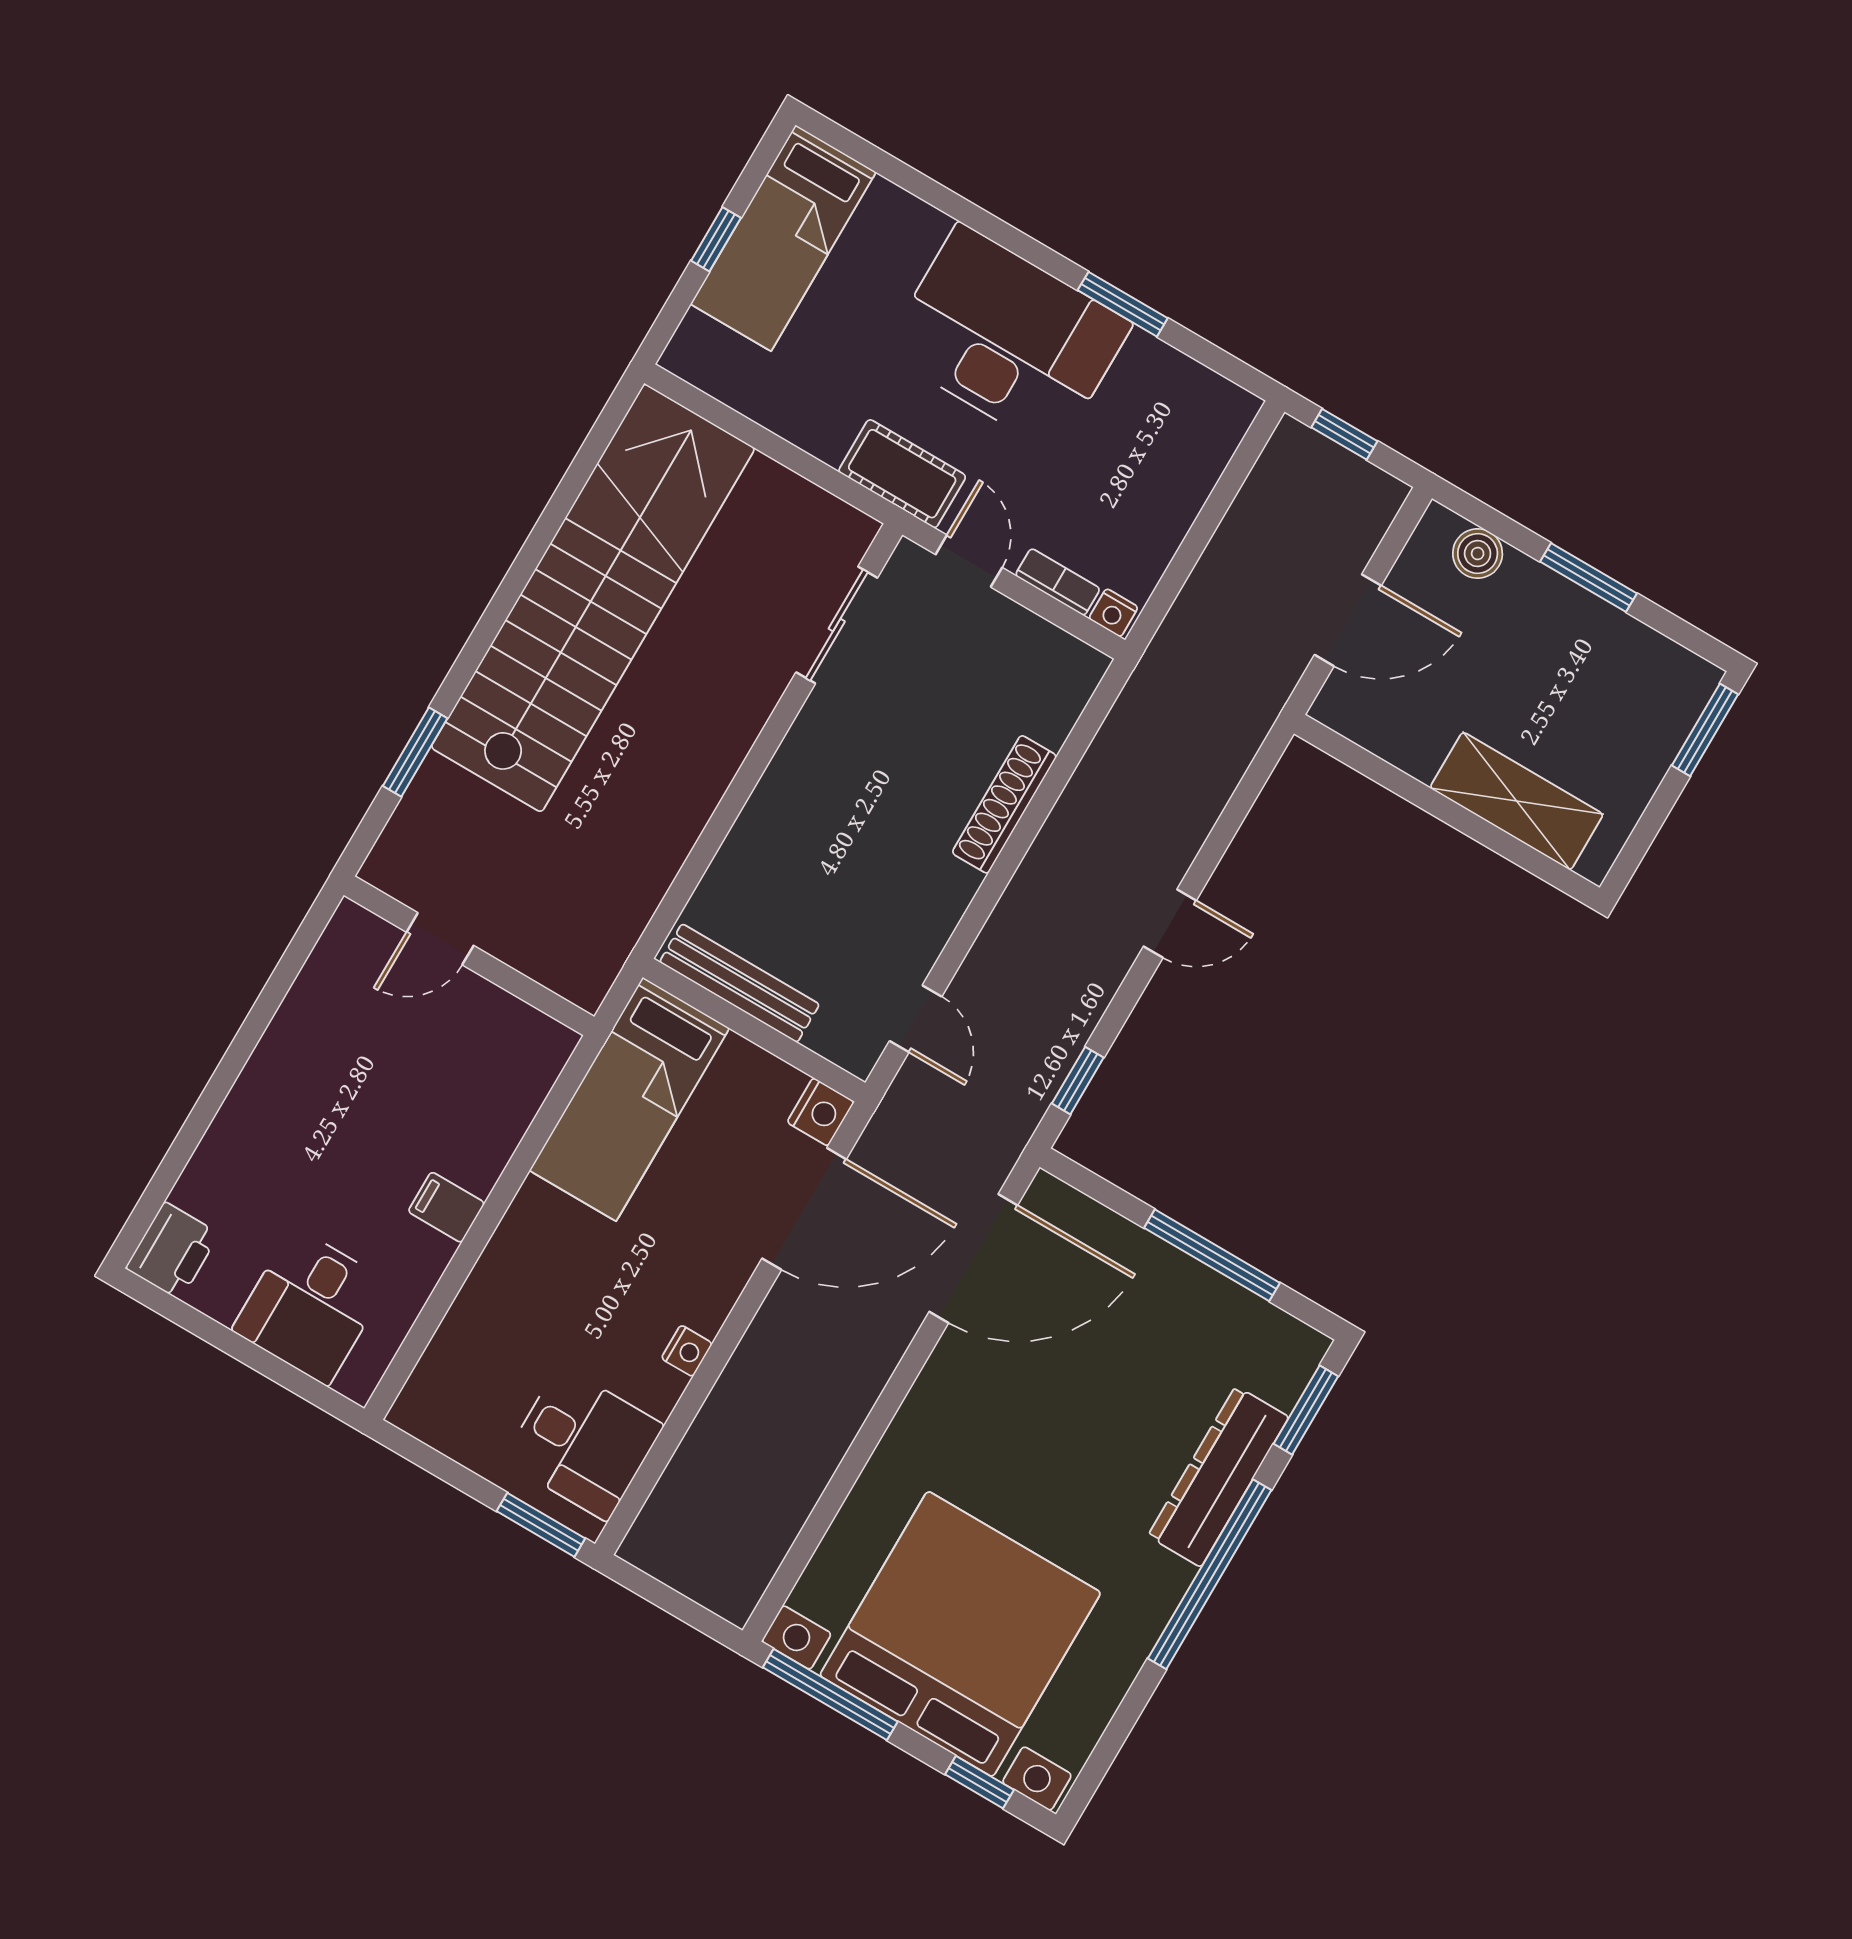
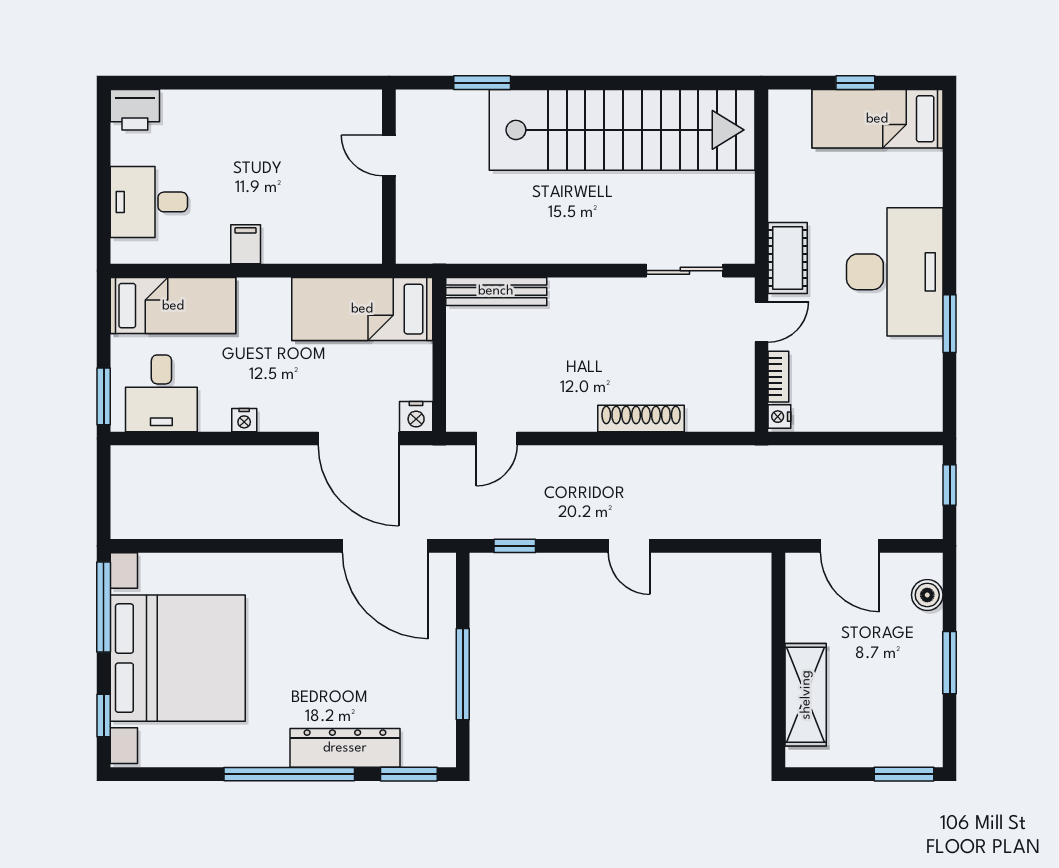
bench: (739, 983) -> (496, 291), moved, turned 90
bed: (472, 1356) -> (173, 306), added

